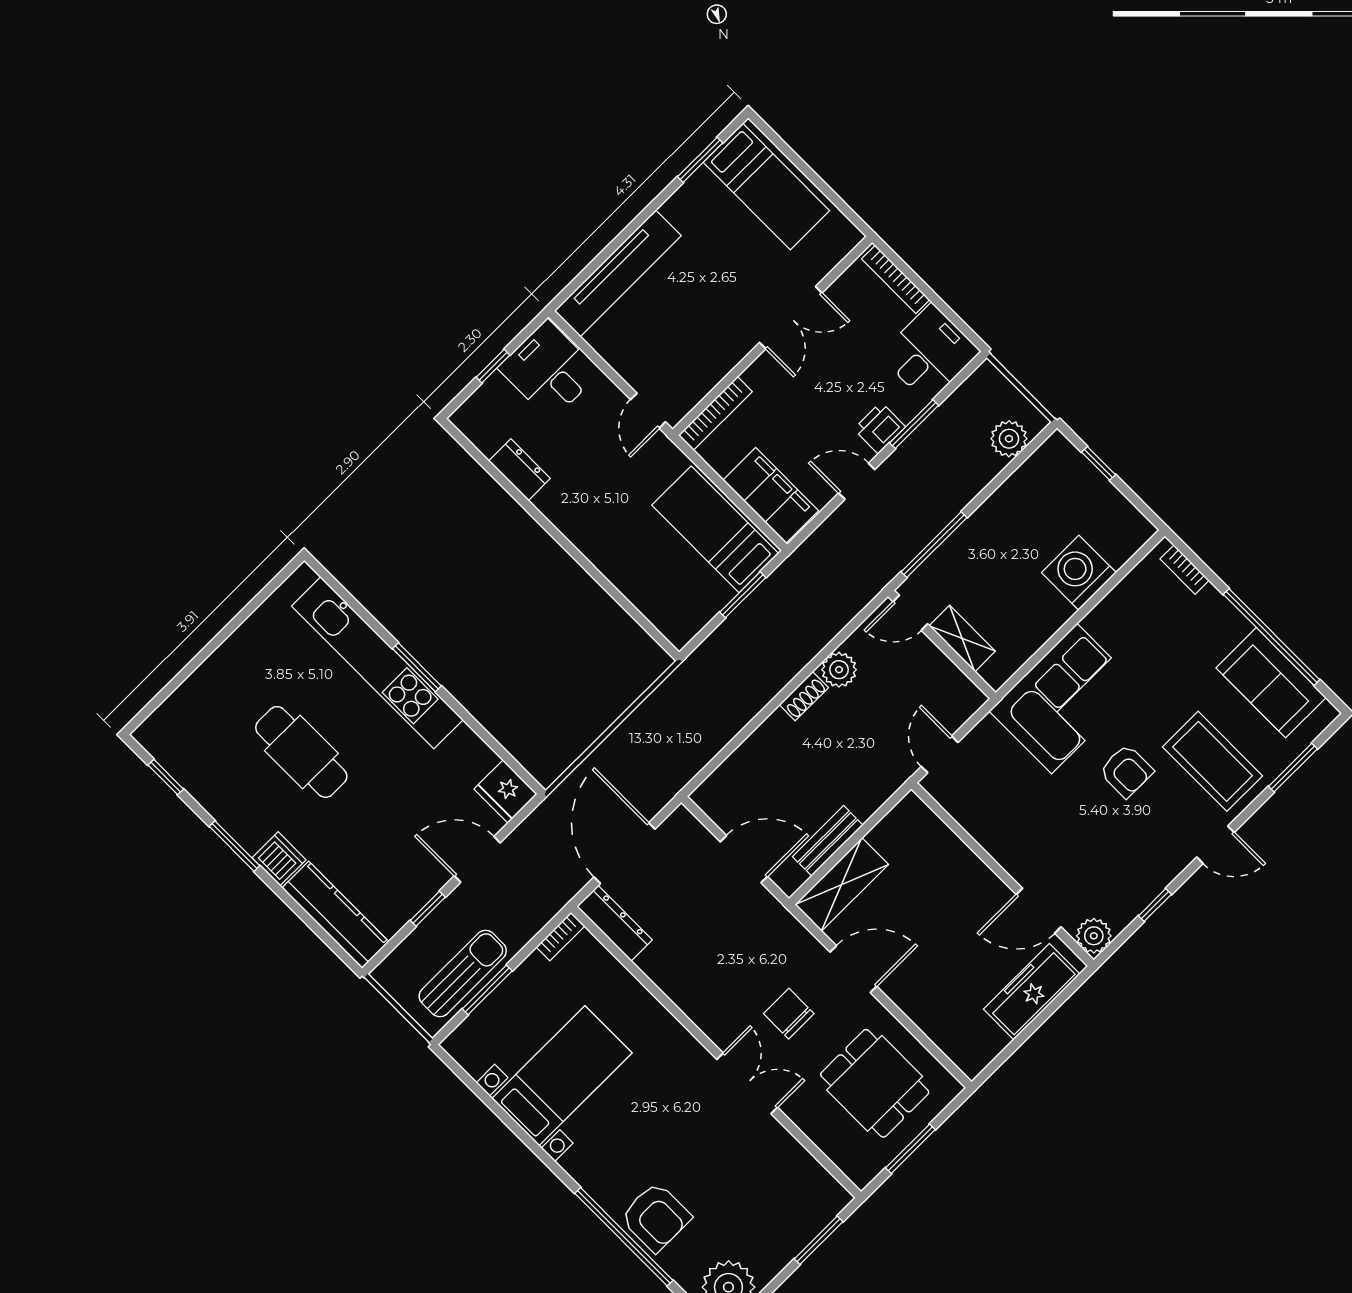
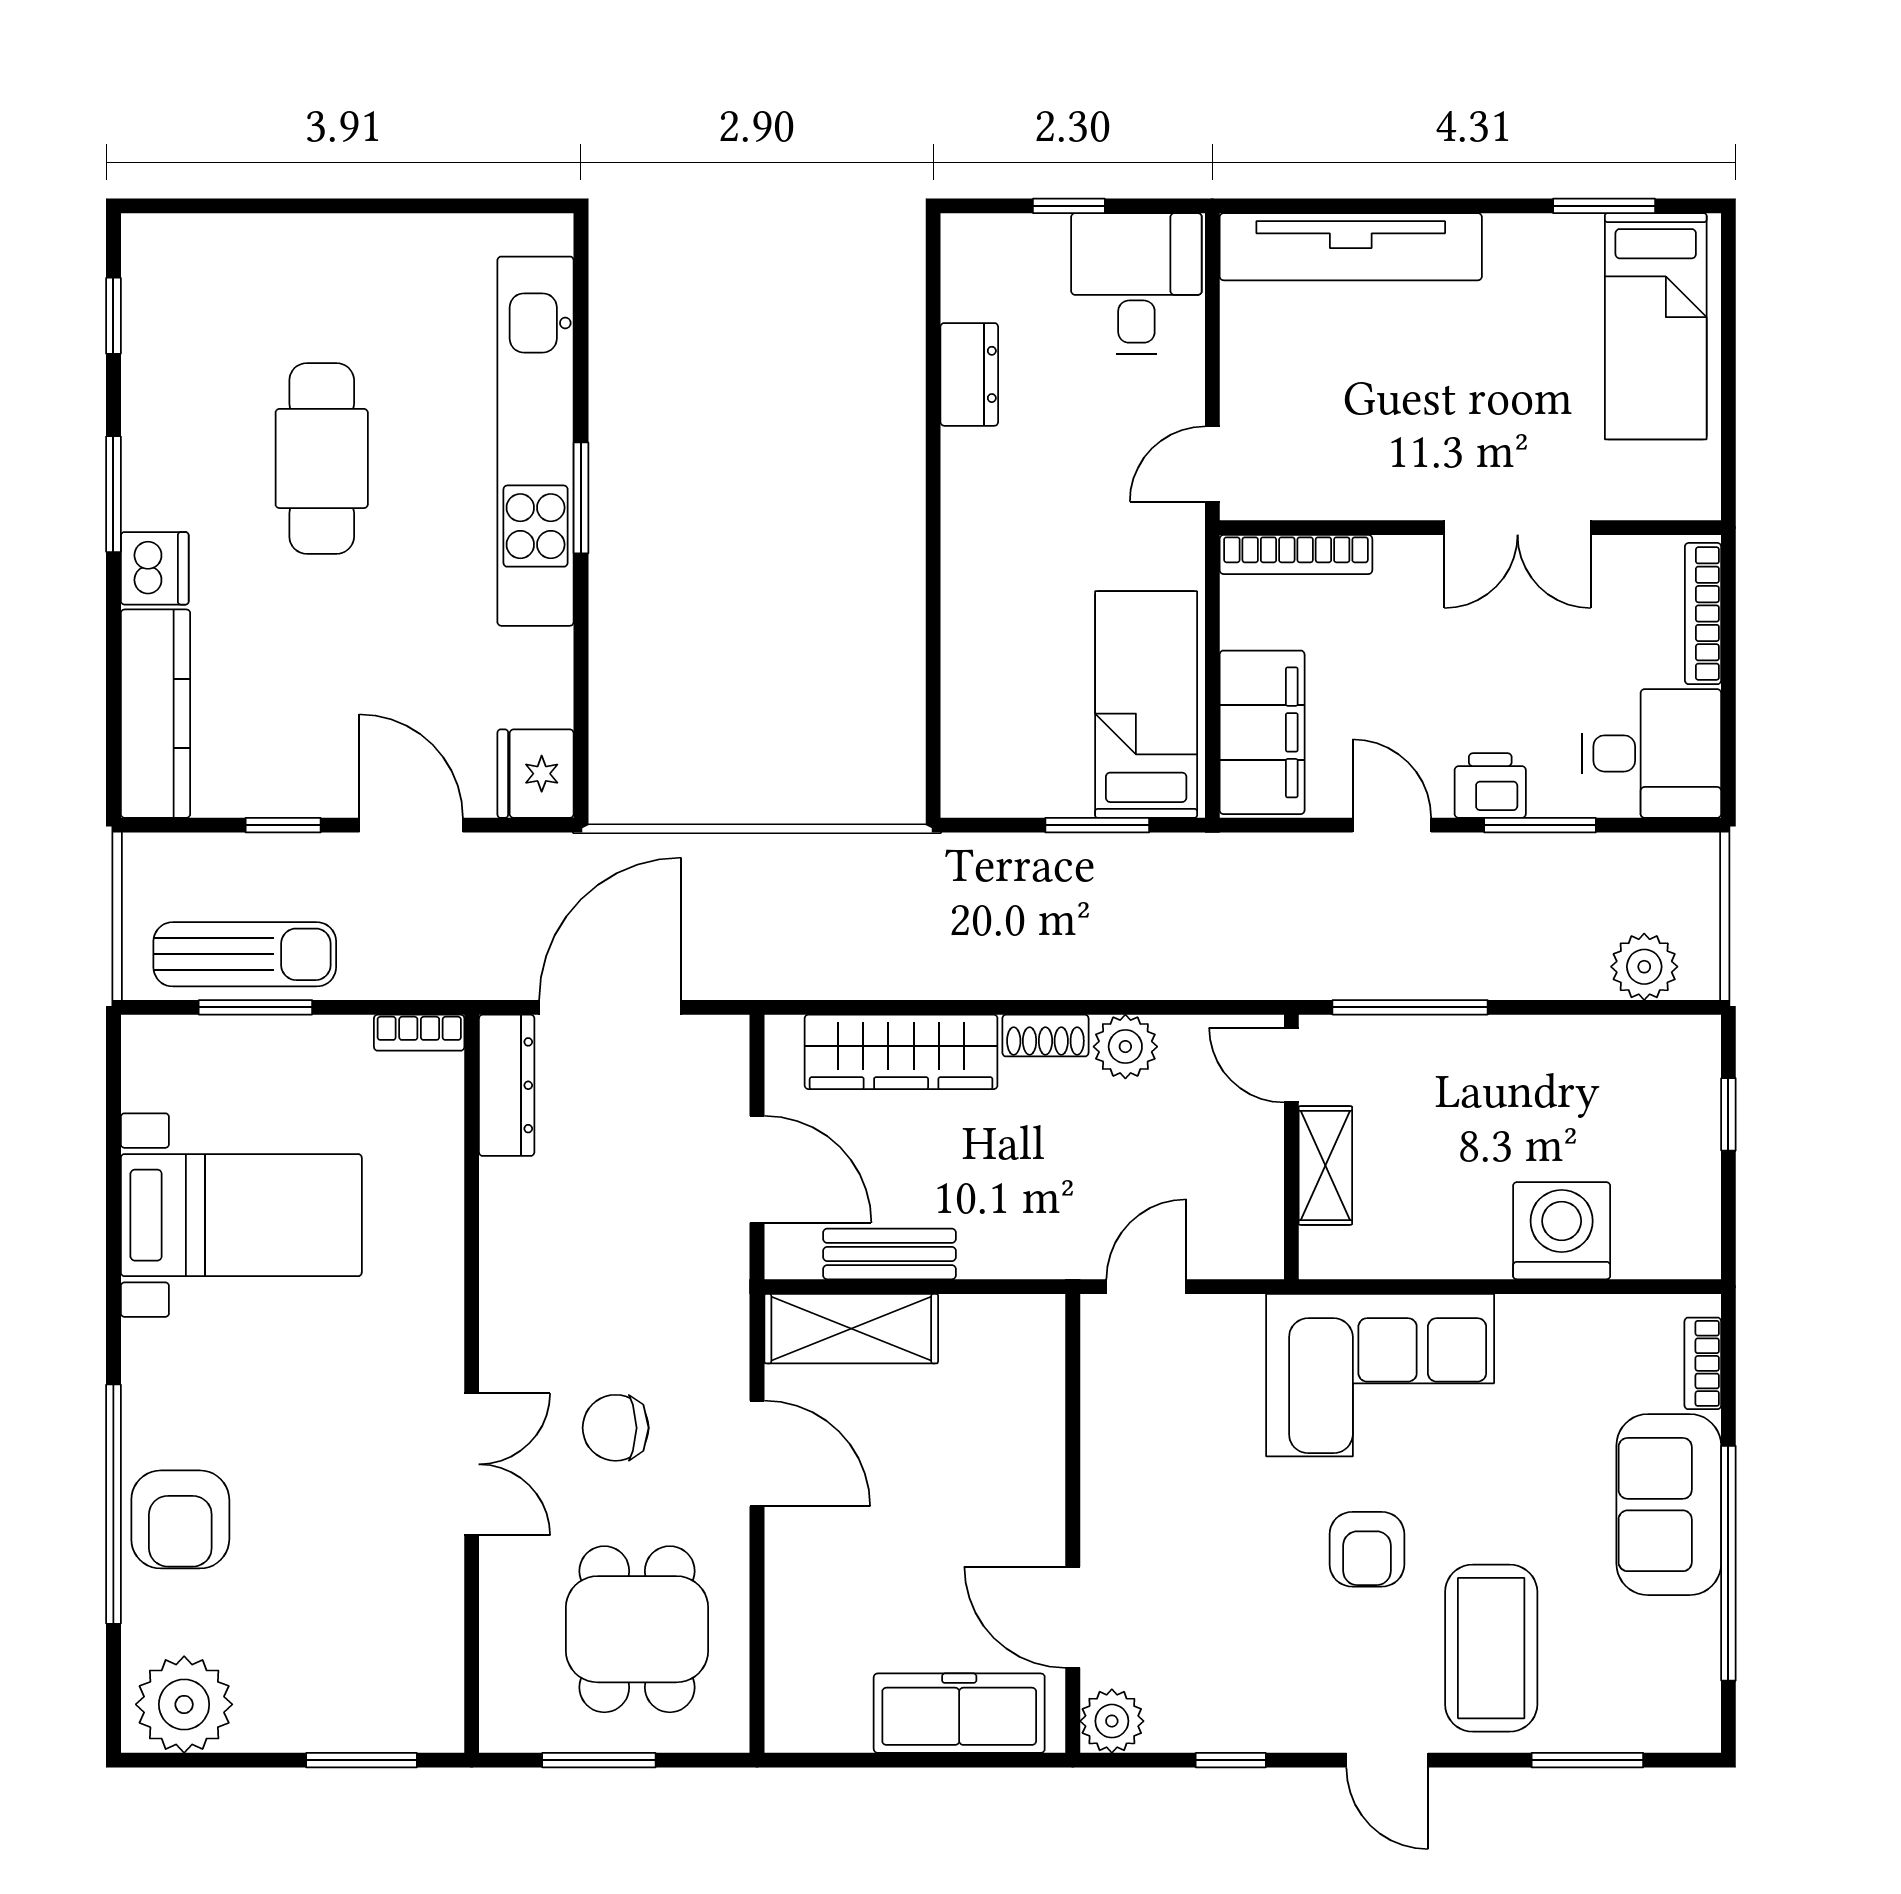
sofa: (1271, 683) -> (1669, 1505), moved
wardrobe: (754, 758) -> (901, 1052), added
chair: (789, 1014) -> (616, 1428), turned -90

